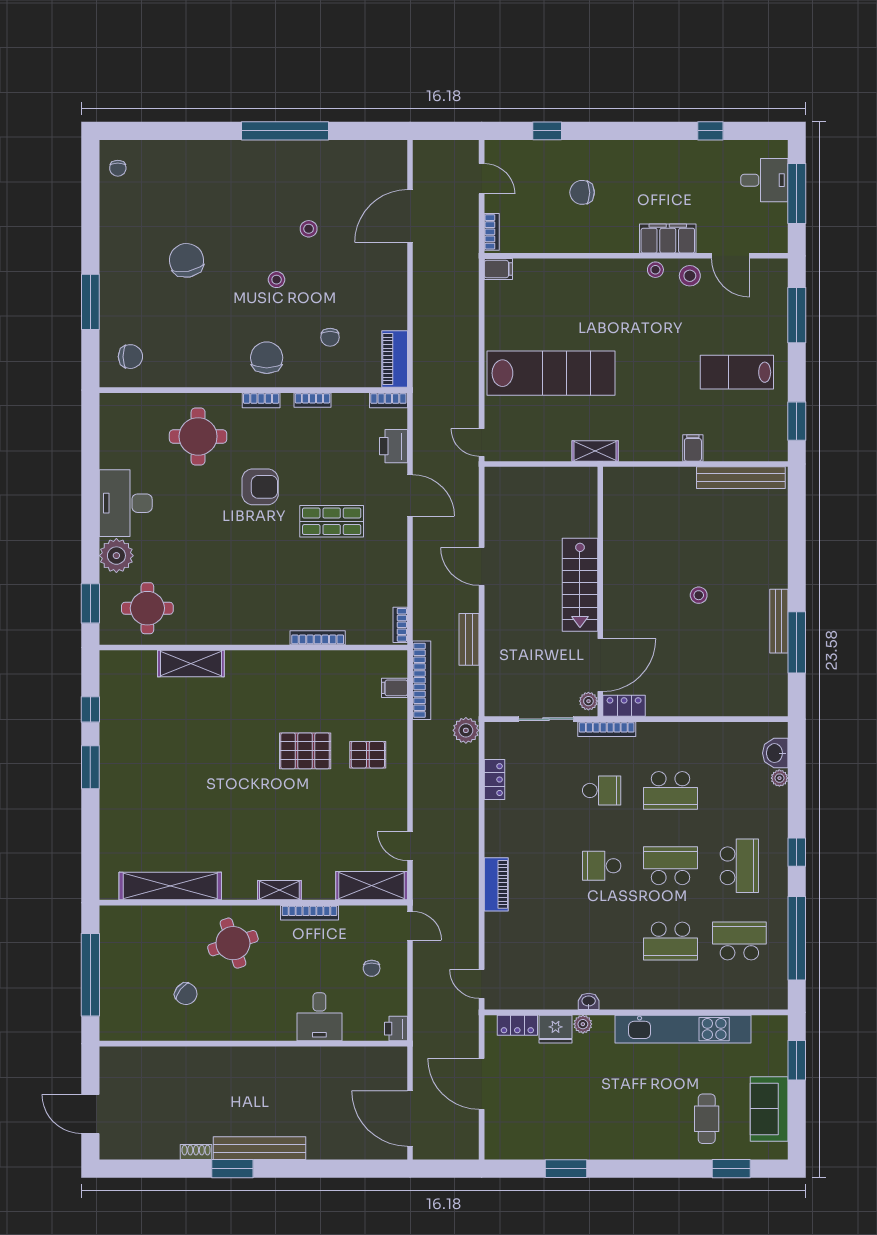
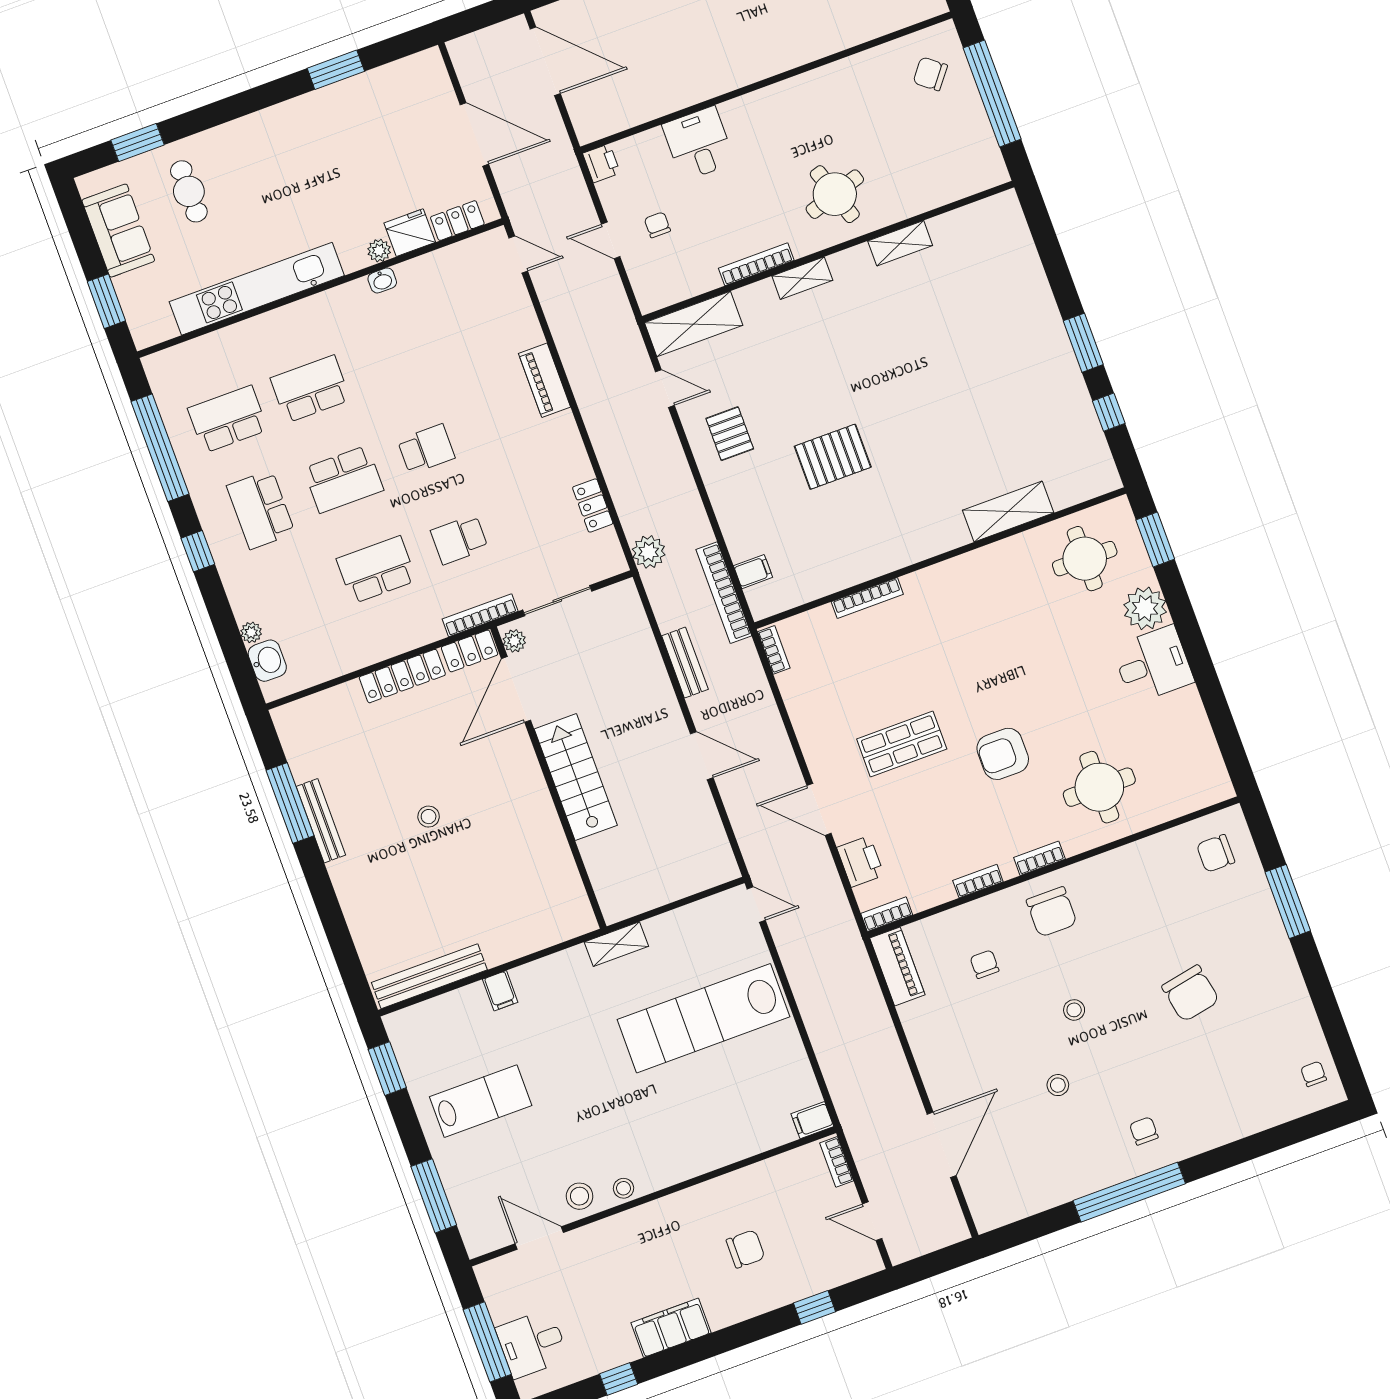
chair: (258, 172) -> (1144, 1131), added
filing cabinet: (668, 239) -> (671, 1328), moved, turned 180
desk: (126, 503) -> (1153, 664), width x0.73
locker: (680, 705) -> (402, 676), added
pallet: (368, 755) -> (730, 434), moved, turned 90
shelving: (170, 886) -> (900, 243), width x0.45, depth x0.75
door: (410, 926) -> (611, 240), moved
school desk: (739, 941) -> (228, 419), turned 180
chair: (186, 994) -> (930, 74), moved

